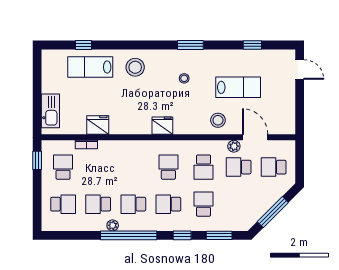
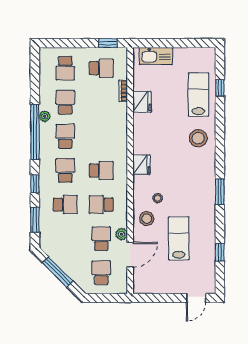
stool: (184, 78) -> (158, 198), moved
lab bench: (238, 87) -> (179, 238), turned 180

